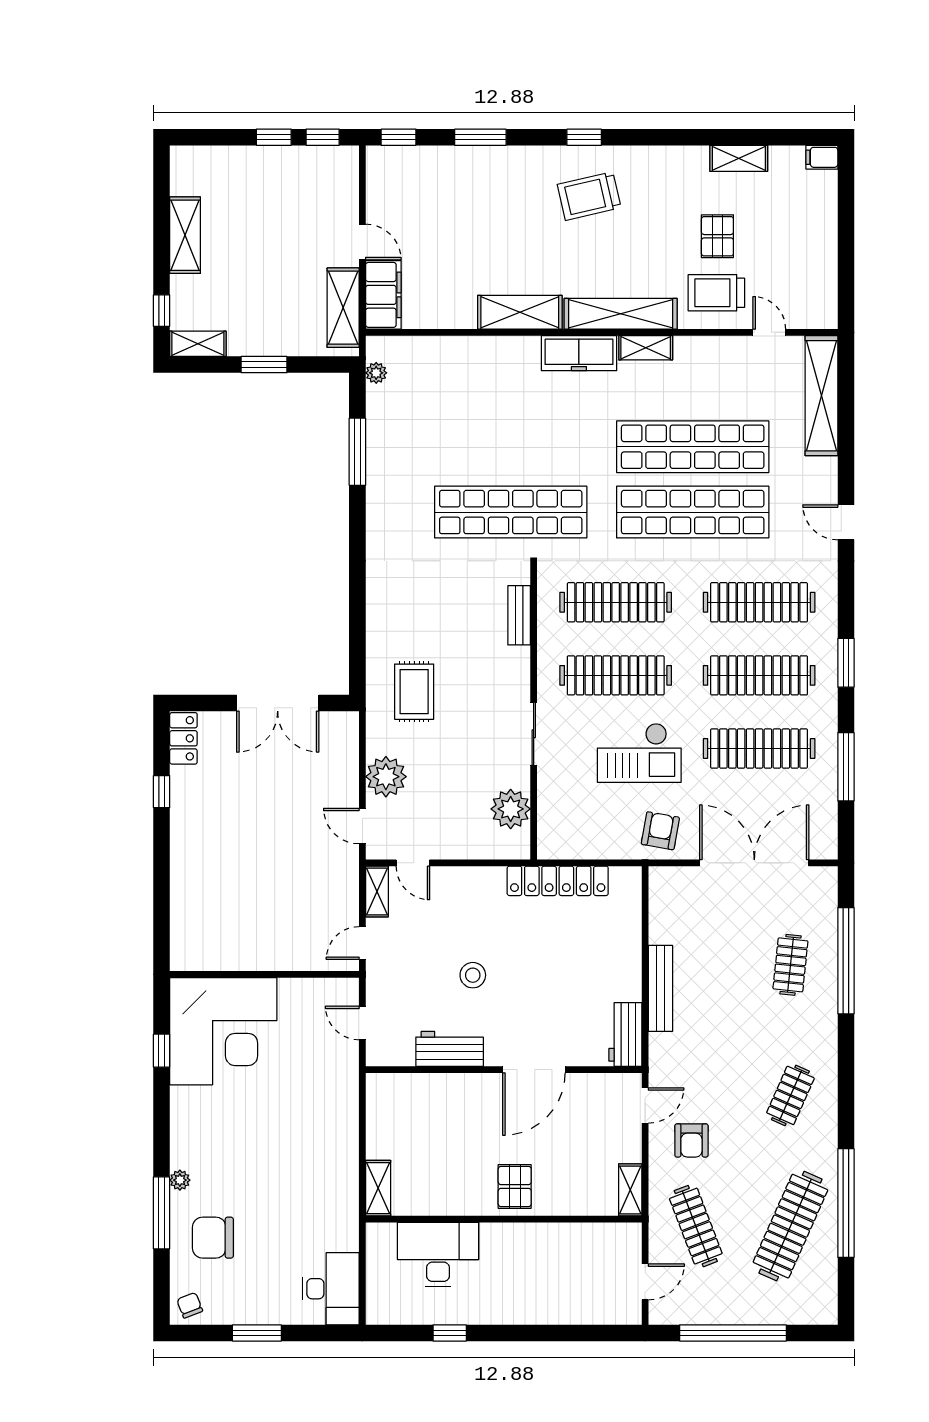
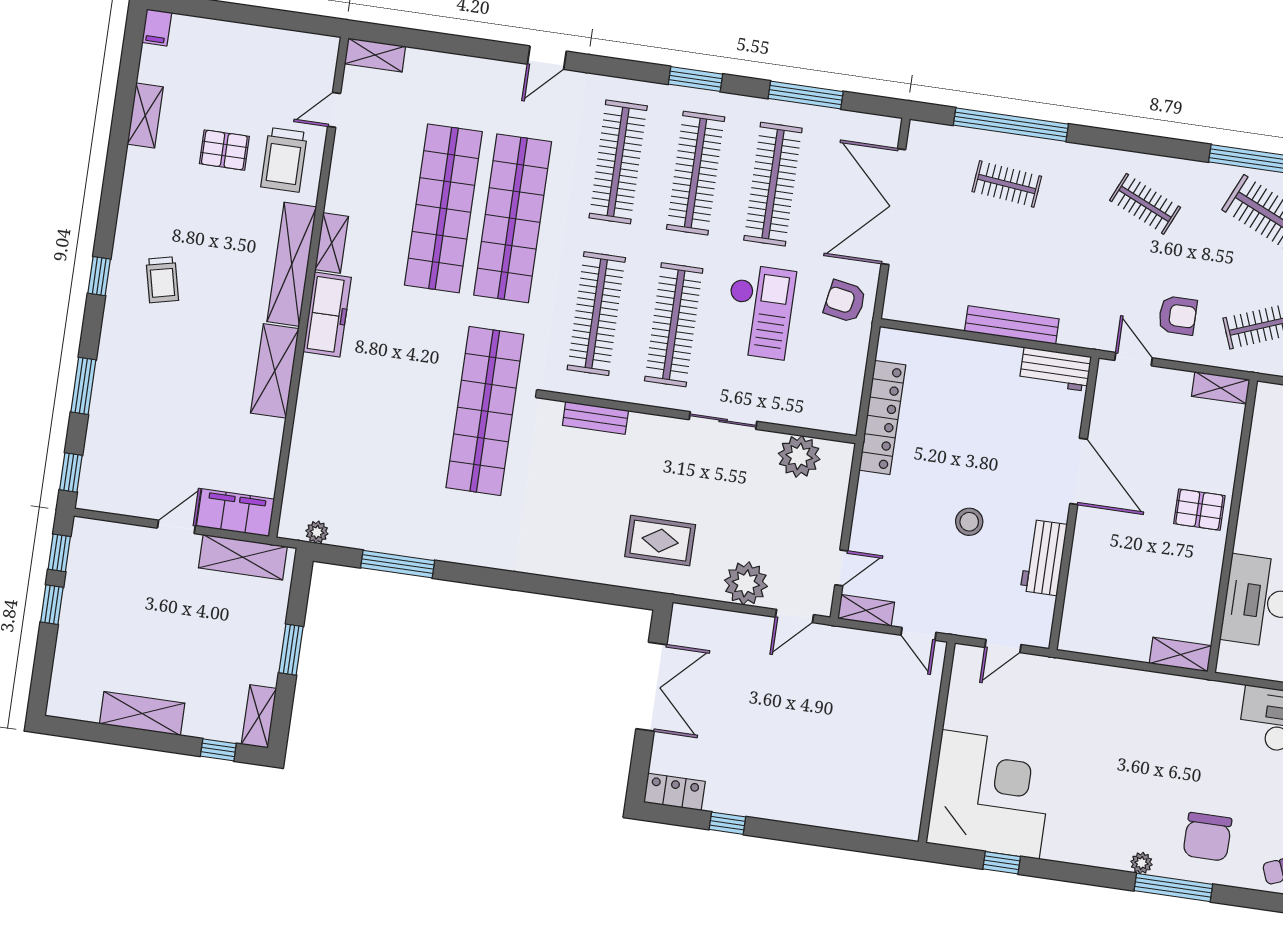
trolley: (589, 196) -> (162, 280), width x0.73, depth x0.72
shelving: (821, 396) -> (375, 55), width x0.45, depth x0.75

